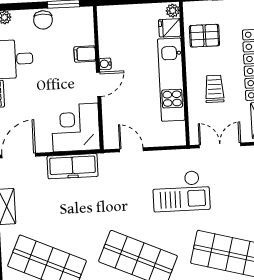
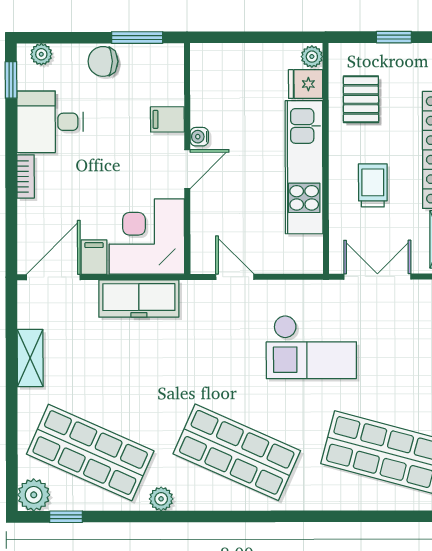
chair: (43, 20) -> (103, 61), turned 90
pallet: (204, 36) -> (361, 99), turned 90
filing cabinet: (43, 142) -> (94, 257), added

